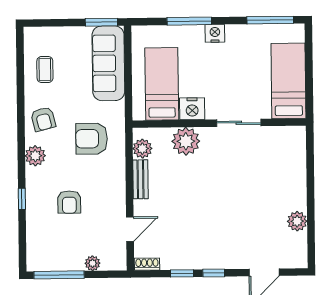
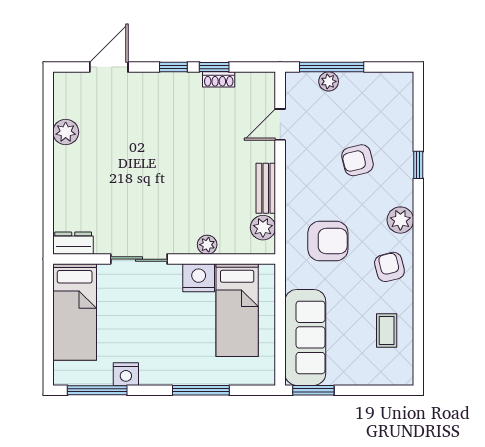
nightstand: (215, 33) -> (126, 374), moved
dresser: (290, 135) -> (73, 243), added
plant: (186, 141) -> (207, 245), width x0.53, depth x0.53
armchair: (69, 202) -> (357, 160), turned -104
shoe rack: (147, 264) -> (219, 79), moved
window: (59, 275) -> (332, 67), moved

